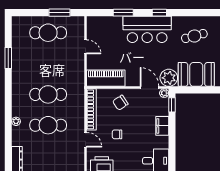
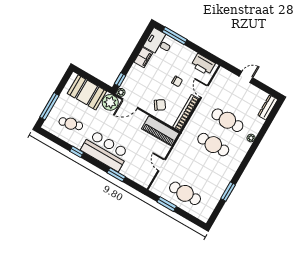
window: (159, 13) -> (77, 152), moved
door: (150, 88) -> (130, 103), hinge flipped
filing cabinet: (162, 126) -> (143, 58), moved

